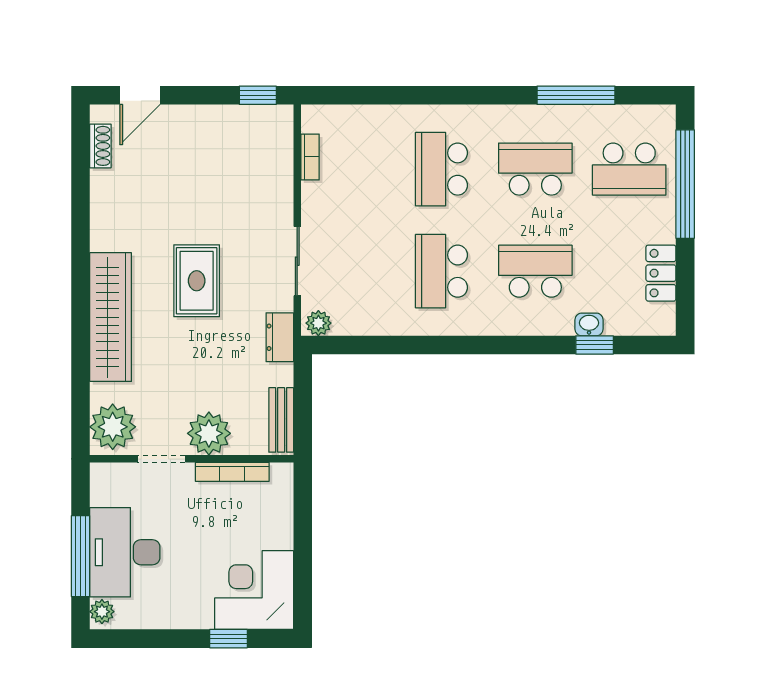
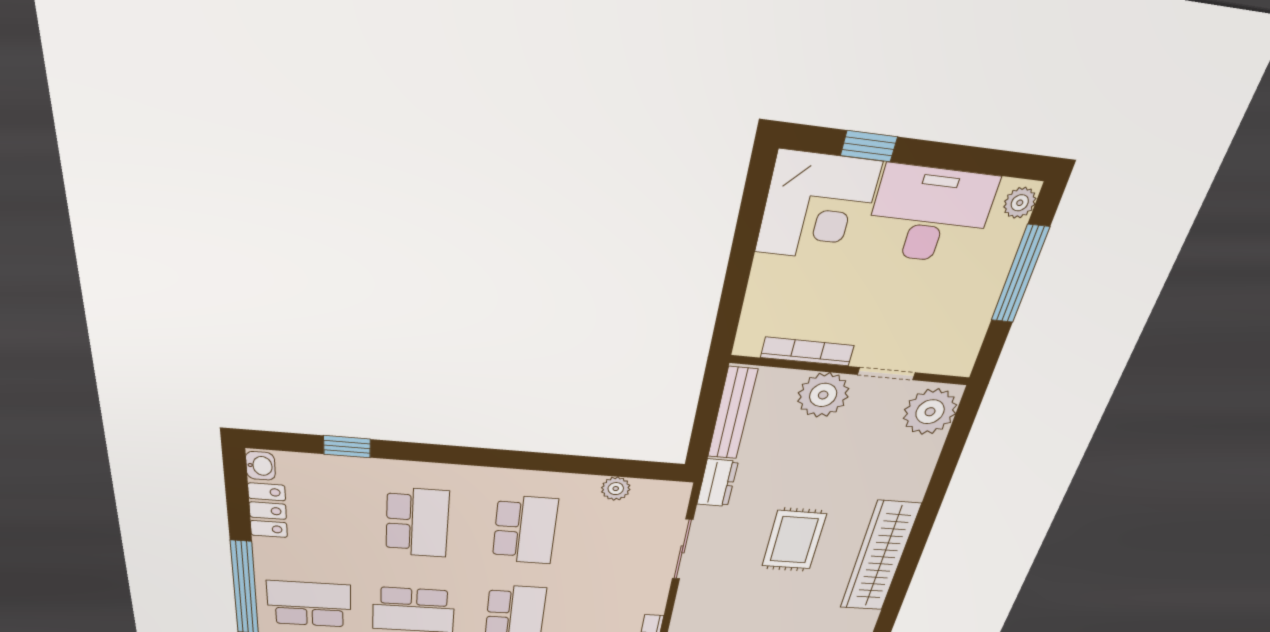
school desk: (535, 271) -> (417, 523), turned -90
wardrobe: (111, 317) -> (880, 557), moved
plant: (318, 323) -> (616, 489), moved
washbasin: (589, 324) -> (260, 466), moved, turned -90
bench: (281, 420) -> (732, 414), width x1.36
desk: (125, 552) -> (930, 215), moved, turned -90

